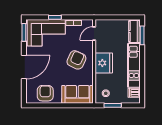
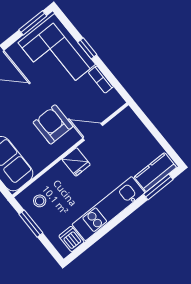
door: (94, 33) -> (93, 132), moved
armchair: (76, 60) -> (53, 124), turned -115
fridge: (104, 63) -> (76, 162), width x0.53, depth x0.75

